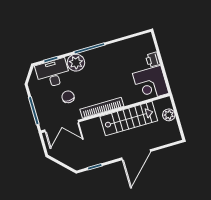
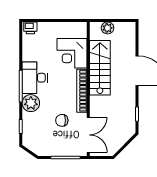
printer: (153, 60) -> (30, 28), moved
desk: (53, 73) -> (35, 78), moved
corner desk: (151, 83) -> (72, 53), moved, turned 90

